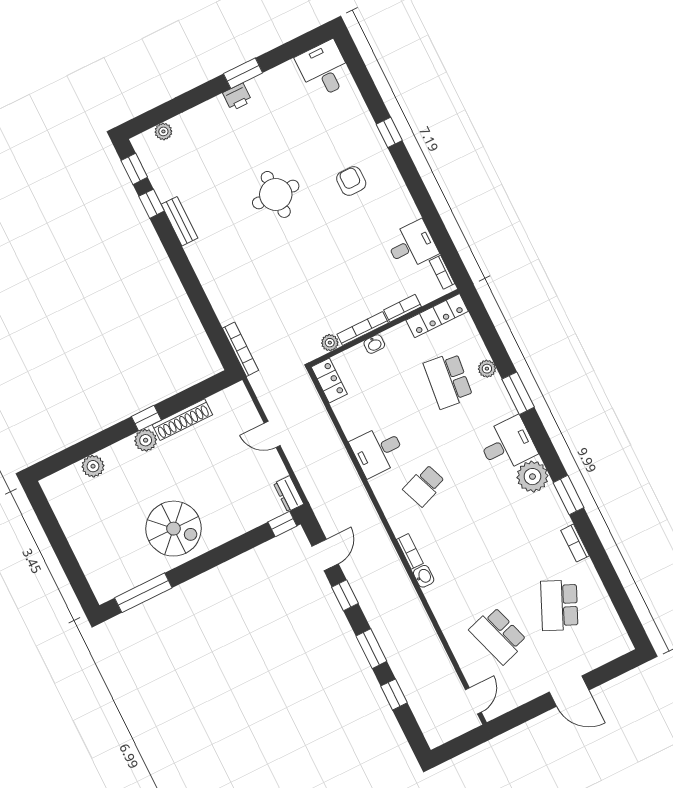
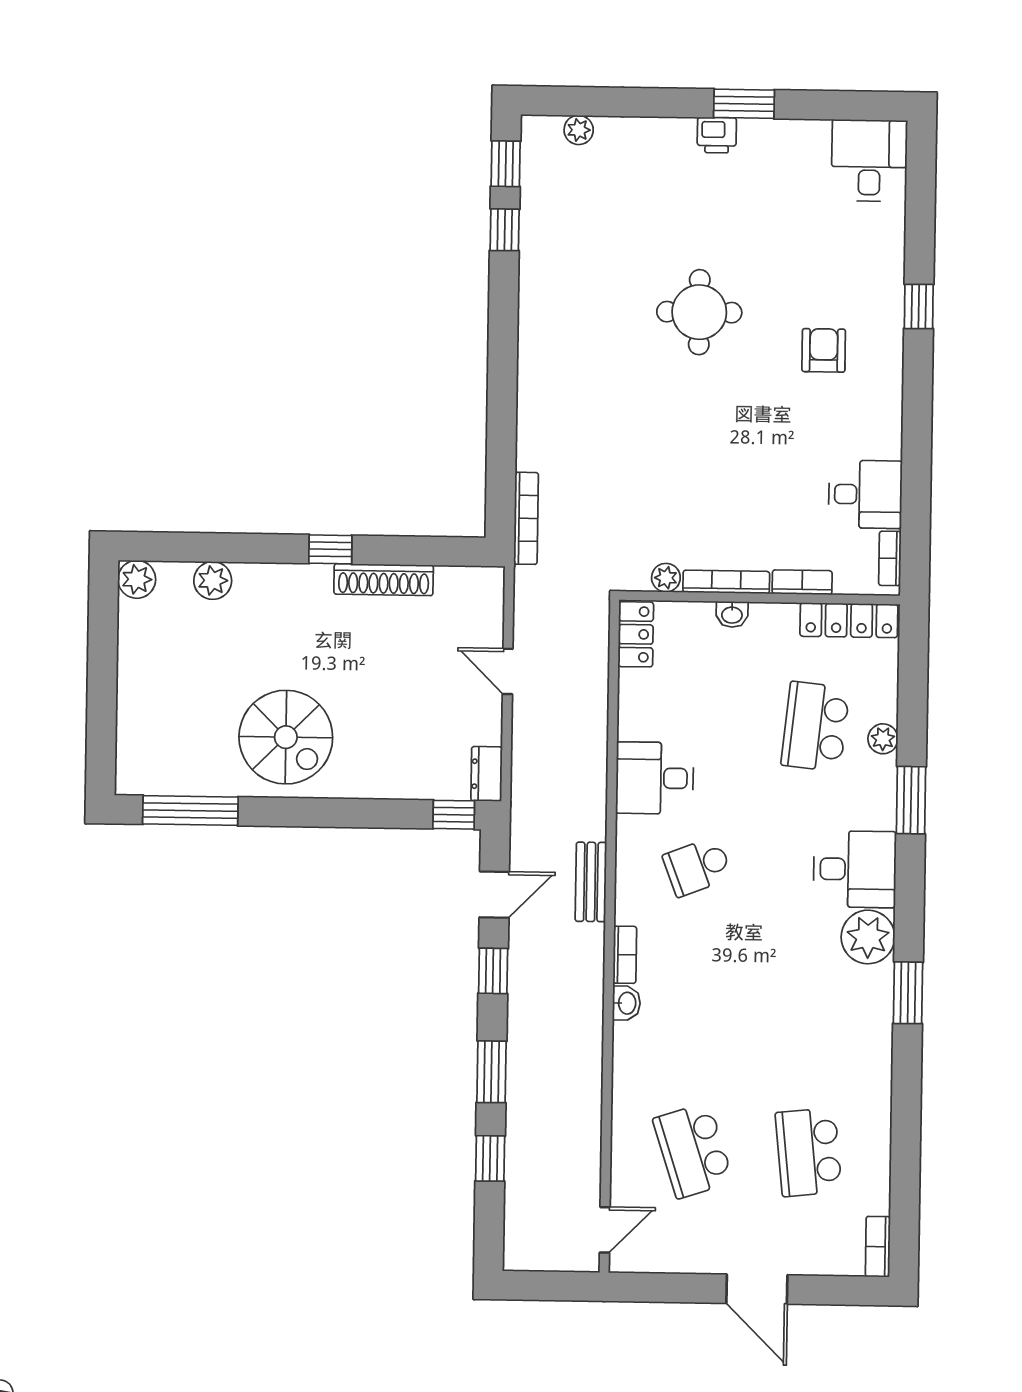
bench: (179, 221) -> (591, 882), moved
plant: (146, 440) -> (137, 579), moved
bookcase: (575, 543) -> (878, 1247), moved
school desk: (559, 605) -> (809, 1152), turned -30

